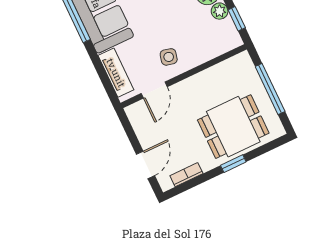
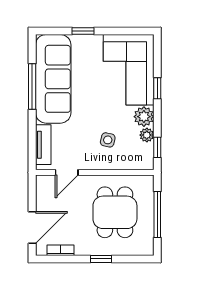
side table: (169, 57) -> (108, 140), moved
dining table: (233, 127) -> (115, 212), moved, turned 90
door: (146, 165) -> (32, 228), width x1.38

